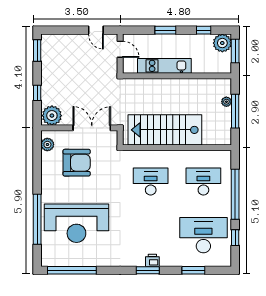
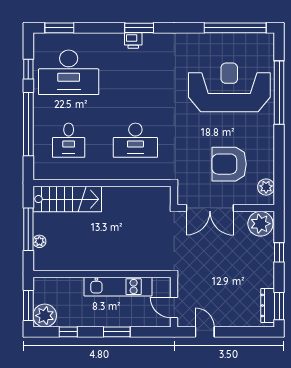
dresser: (46, 51) -> (268, 305), added
stairs: (165, 130) -> (67, 199), moved, width x0.73, depth x0.66
desk: (203, 182) -> (69, 140), width x0.73
window: (193, 270) -> (59, 28), moved

